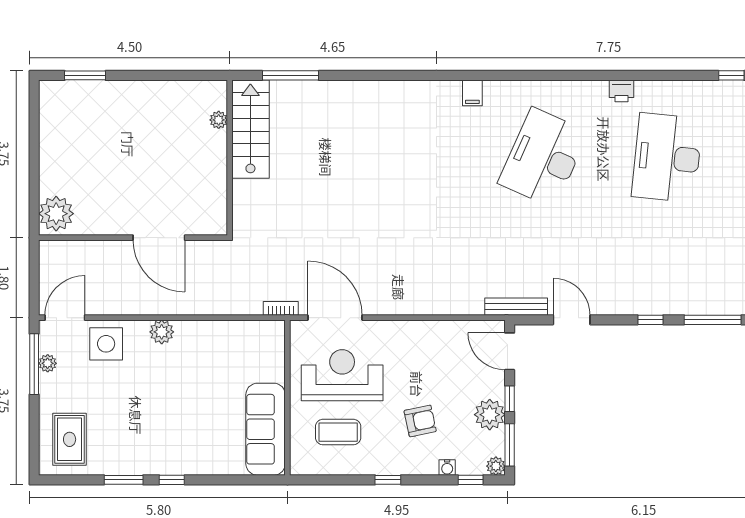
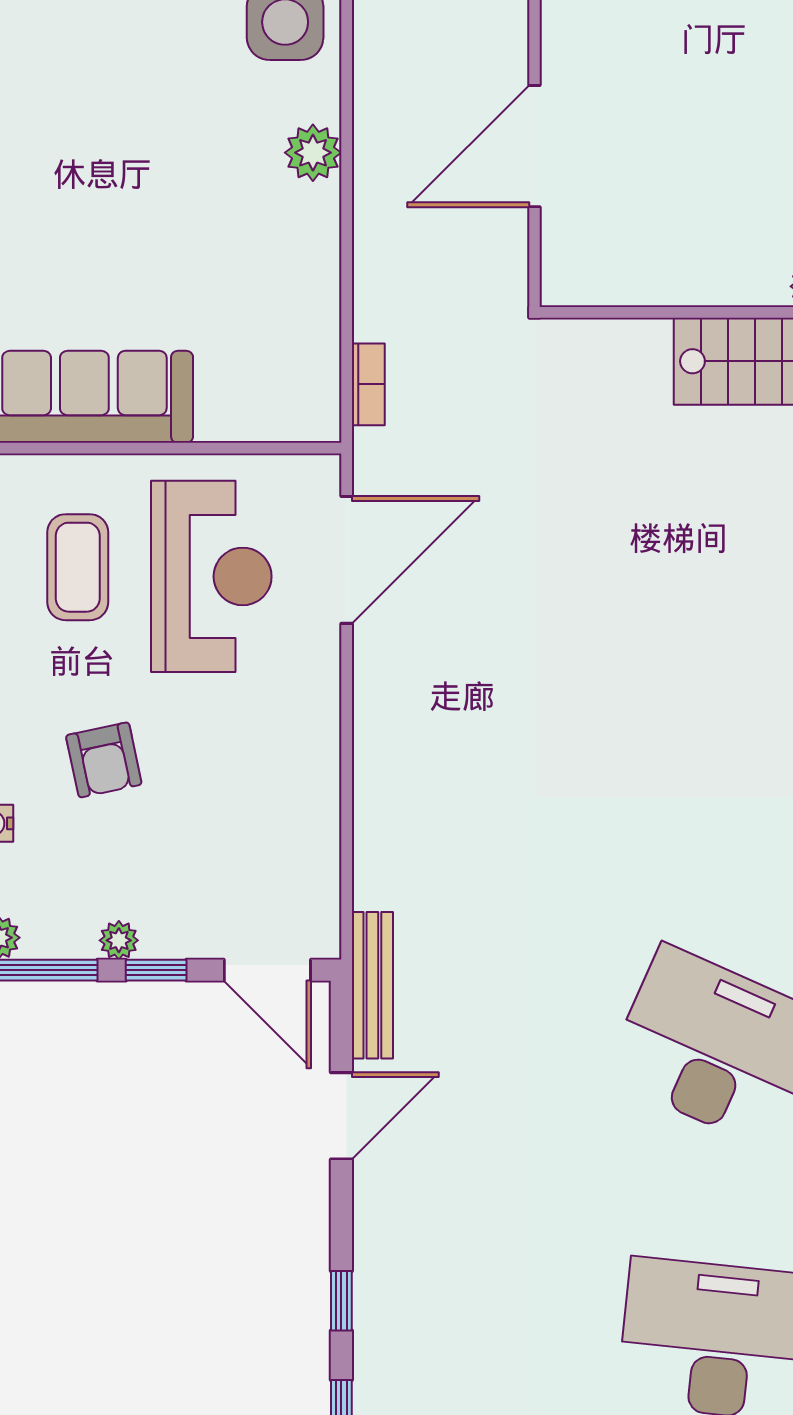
bookcase: (281, 308) -> (368, 384), moved
door: (510, 351) -> (267, 970), swing flipped
plant: (490, 415) -> (119, 940), width x0.53, depth x0.53

